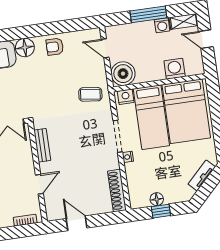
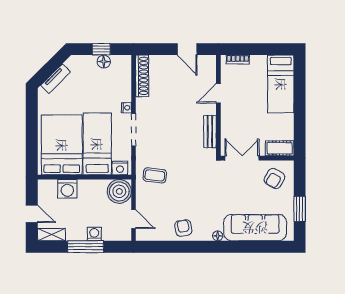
washing machine: (162, 25) -> (94, 234), moved
armchair: (55, 47) -> (183, 228), turned -100
floor lamp: (25, 48) -> (218, 236), width x0.53, depth x0.53

